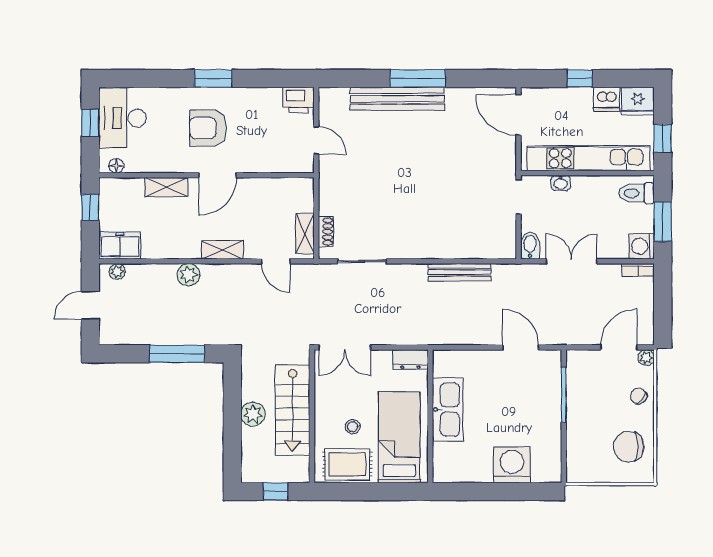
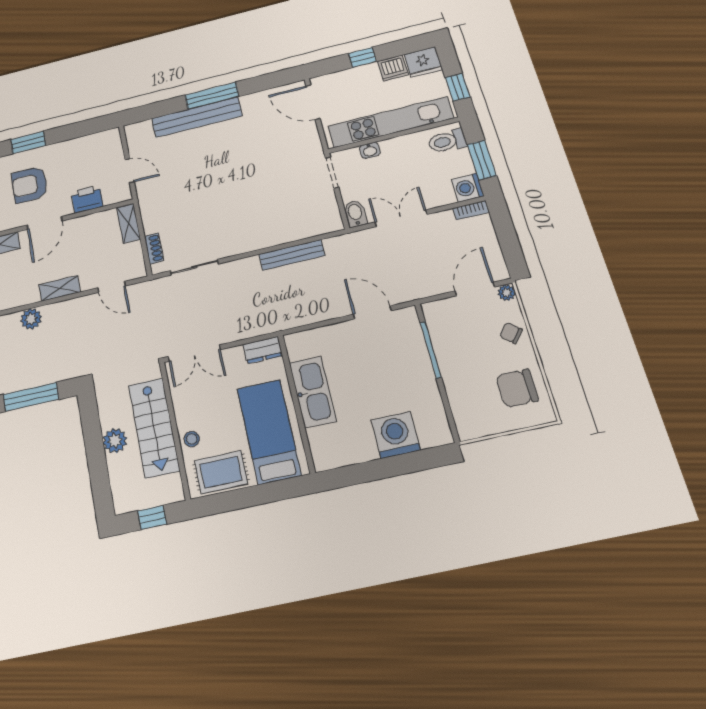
printer: (299, 100) -> (87, 199), moved, turned 180
shelving: (305, 234) -> (129, 223), moved
stool: (353, 427) -> (192, 439), moved

